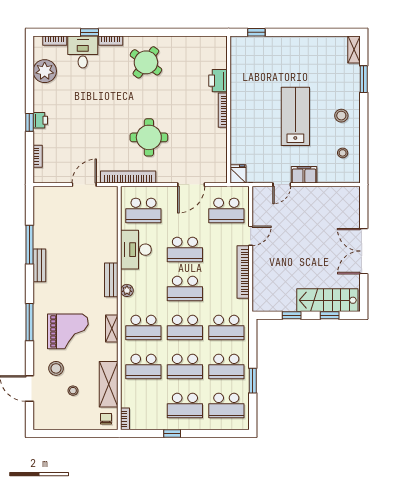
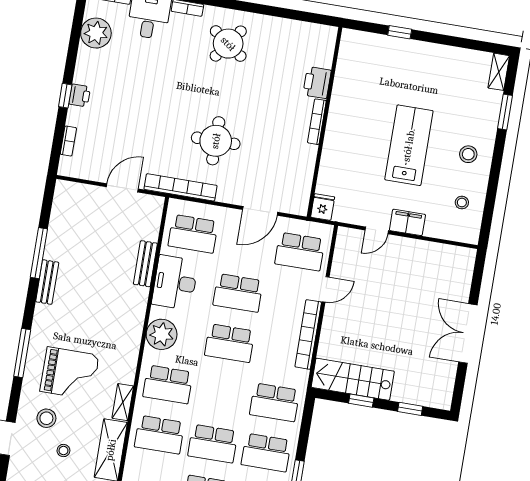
window: (256, 32) -> (400, 32), moved
bench: (111, 280) -> (145, 264), moved
plant: (127, 290) -> (162, 334), width x1.88, depth x1.88
stairs: (327, 300) -> (353, 379), moved
school desk: (185, 328) -> (221, 393), removed
shelving: (112, 329) -> (123, 402), moved

